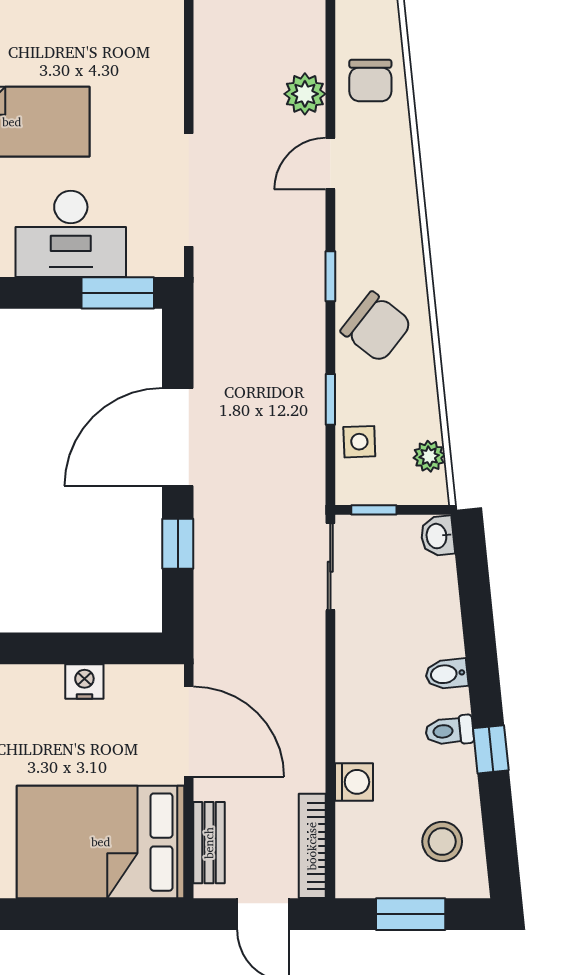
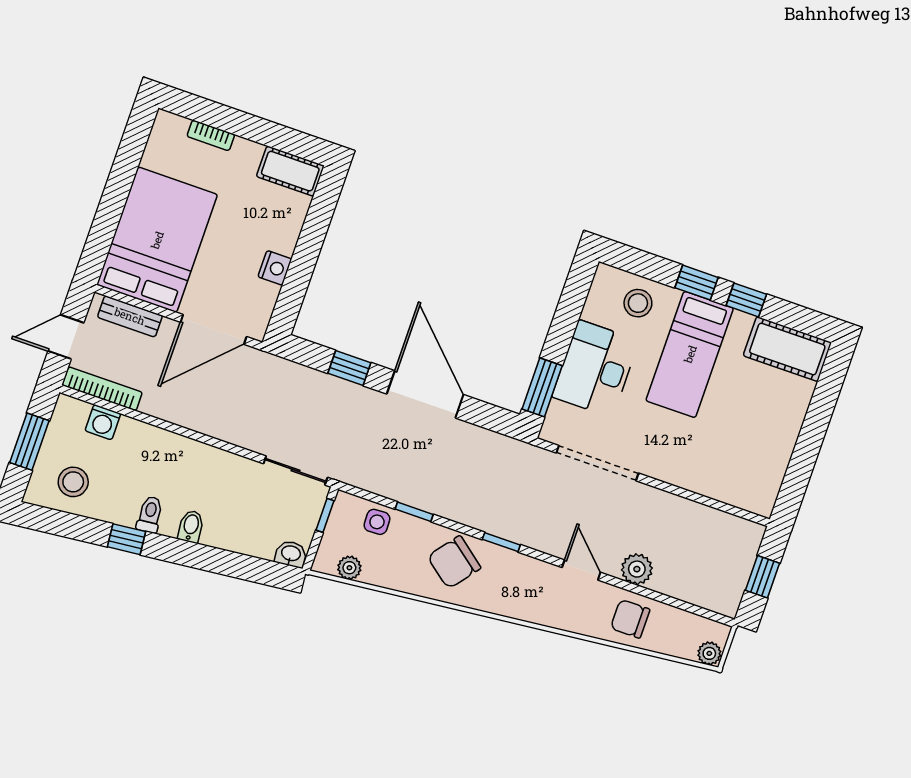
washing machine: (354, 782) -> (103, 422), moved

